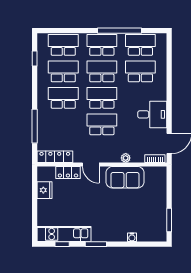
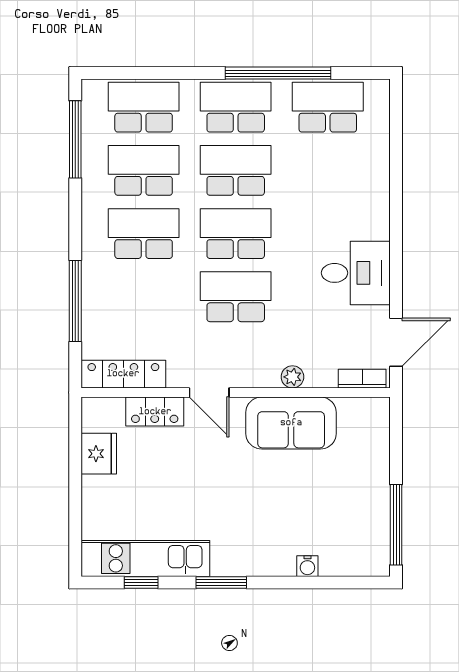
window: (35, 58) -> (75, 139), width x2.17
school desk: (140, 71) -> (328, 170), removed
window: (169, 220) -> (396, 525), width x1.44

